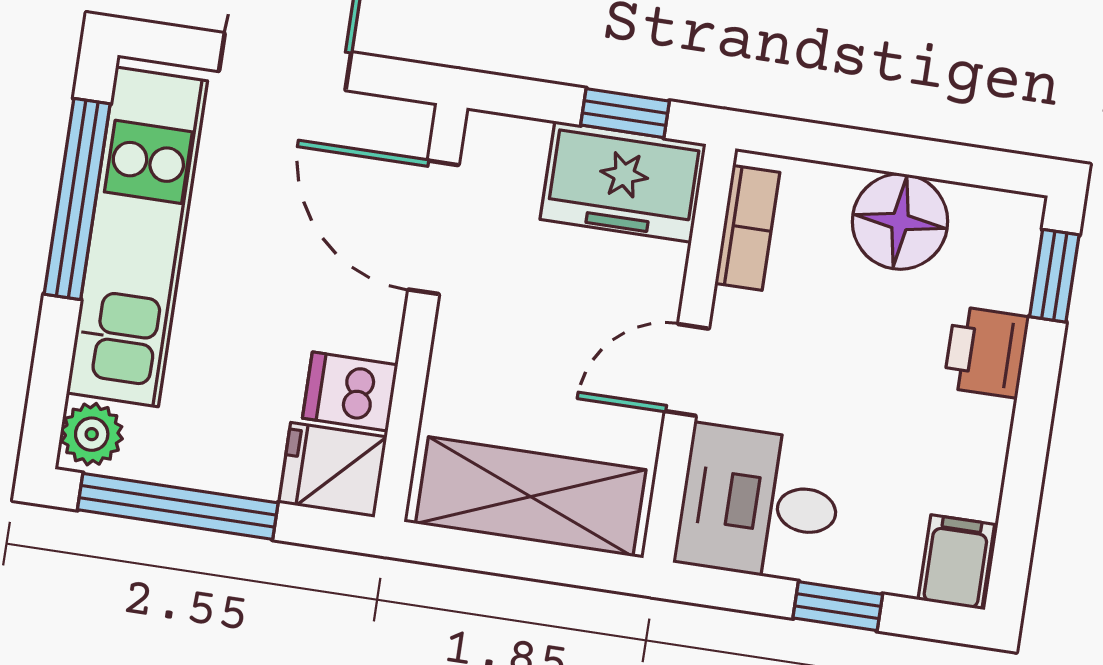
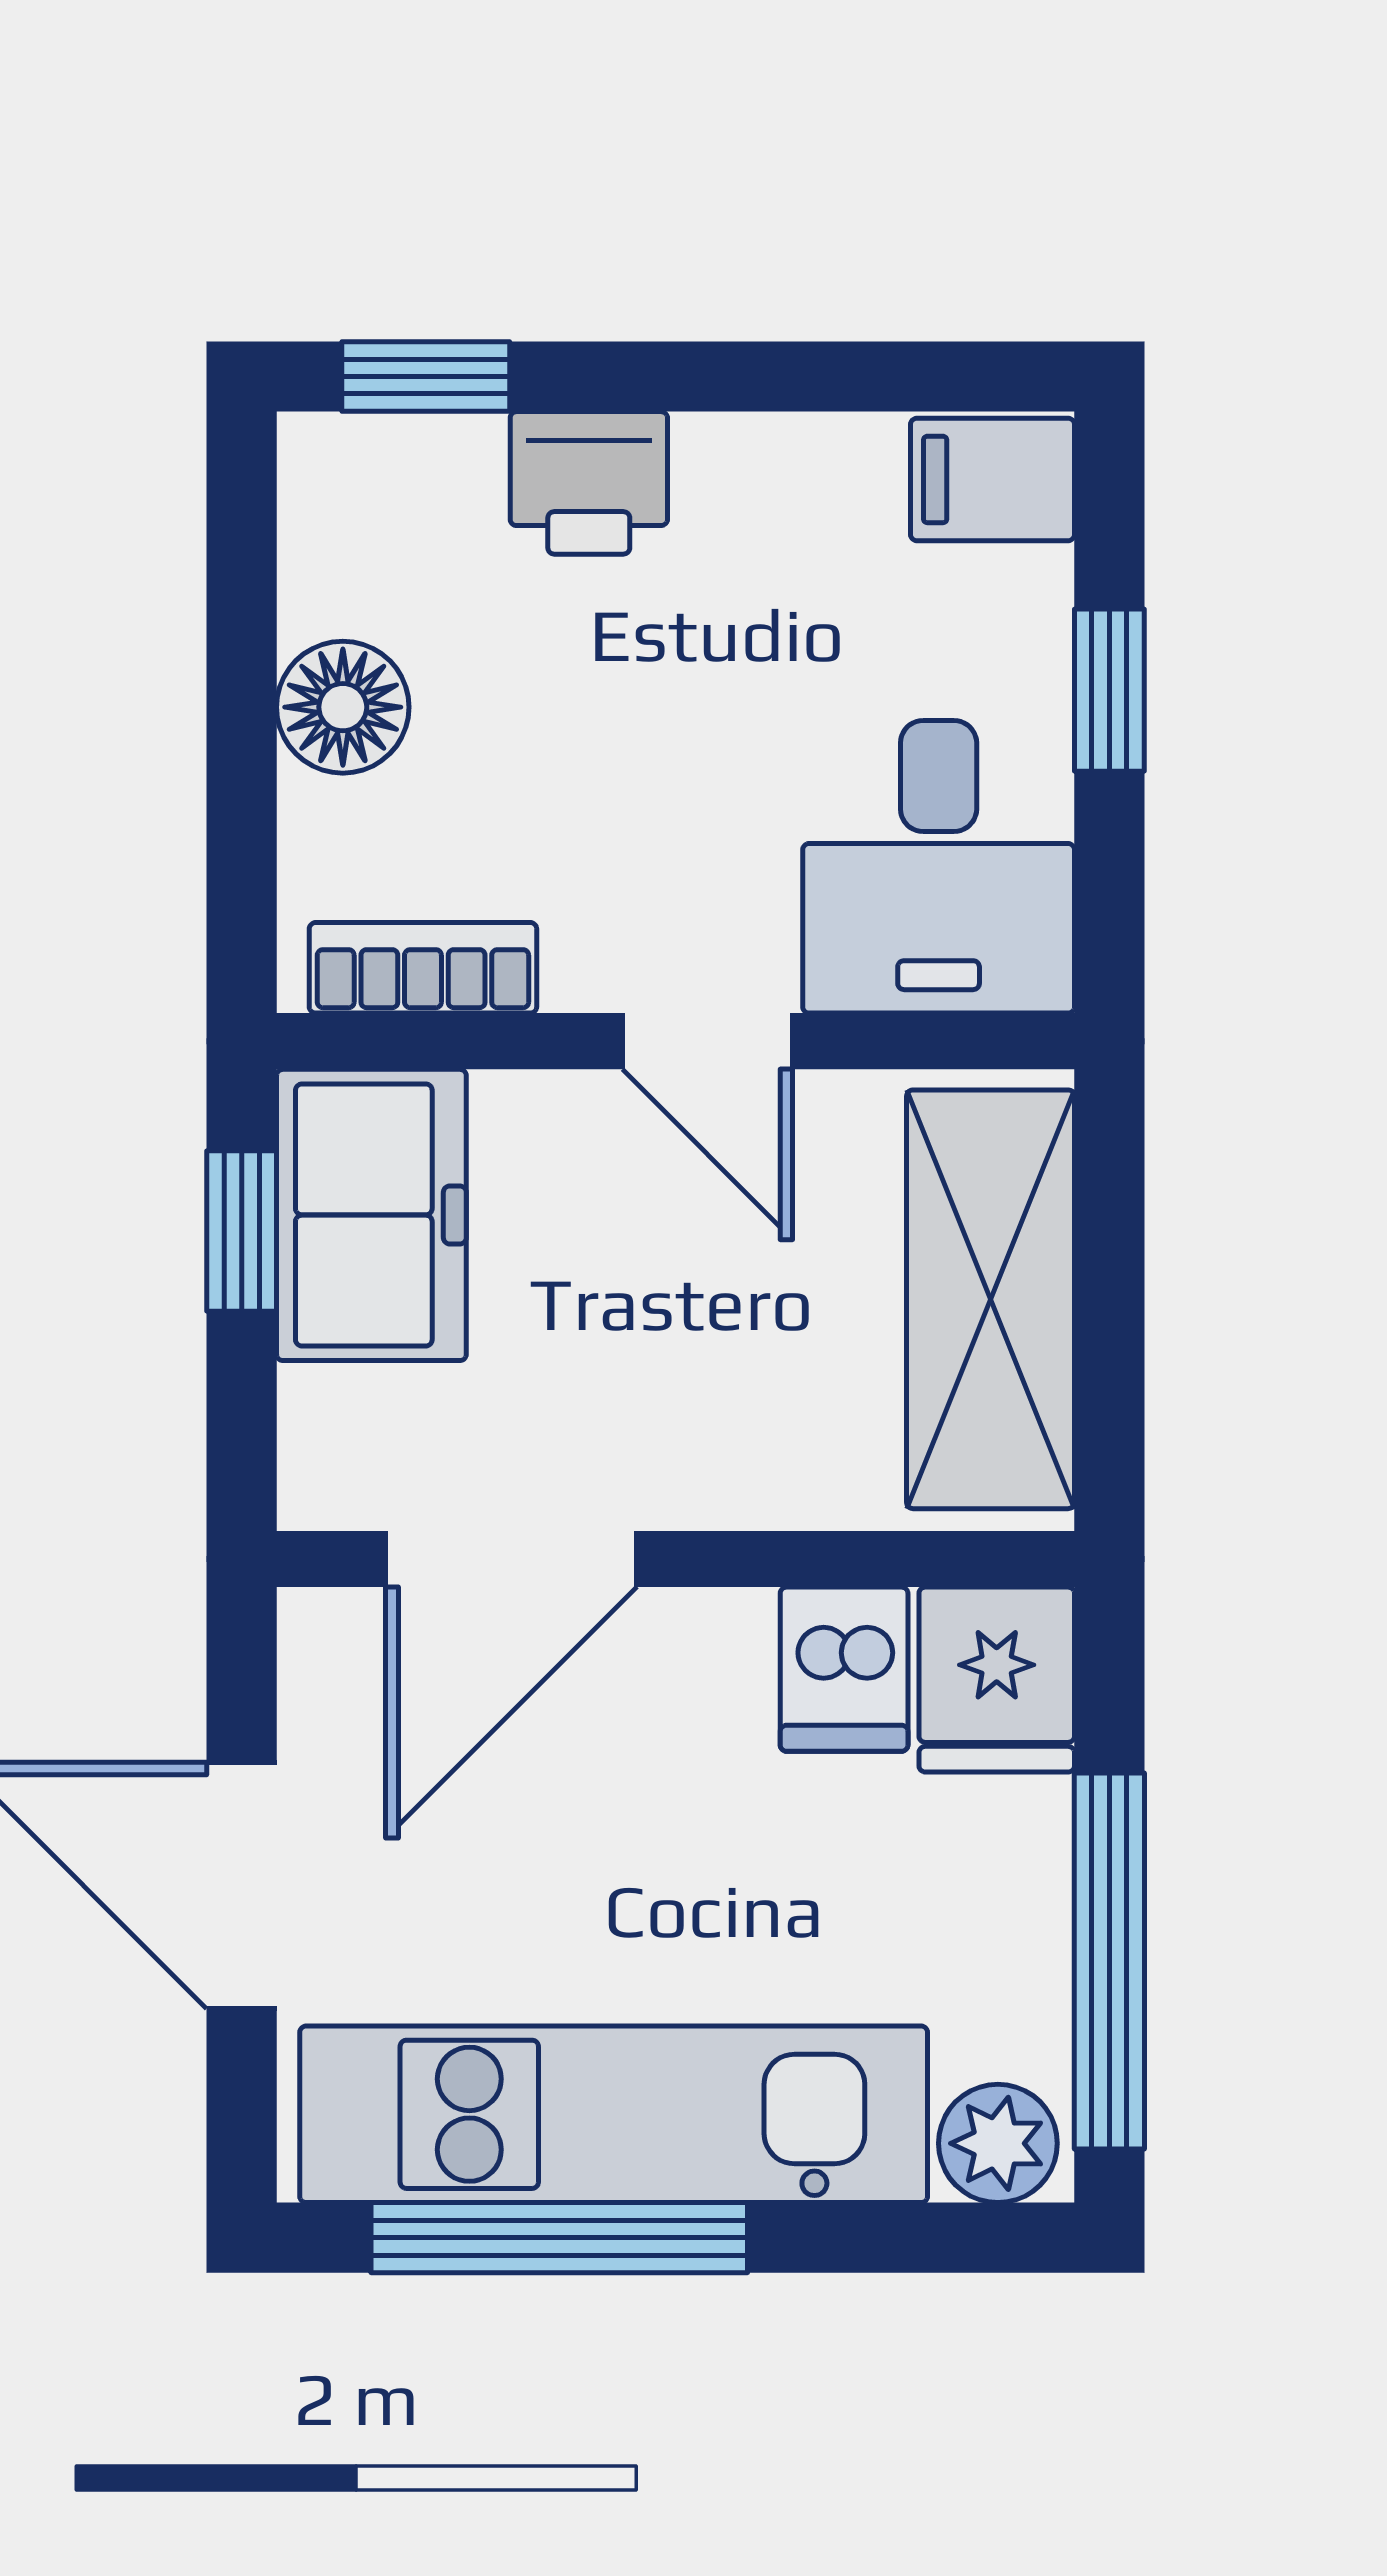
floor lamp: (900, 222) -> (343, 707), width x0.73, depth x0.73

